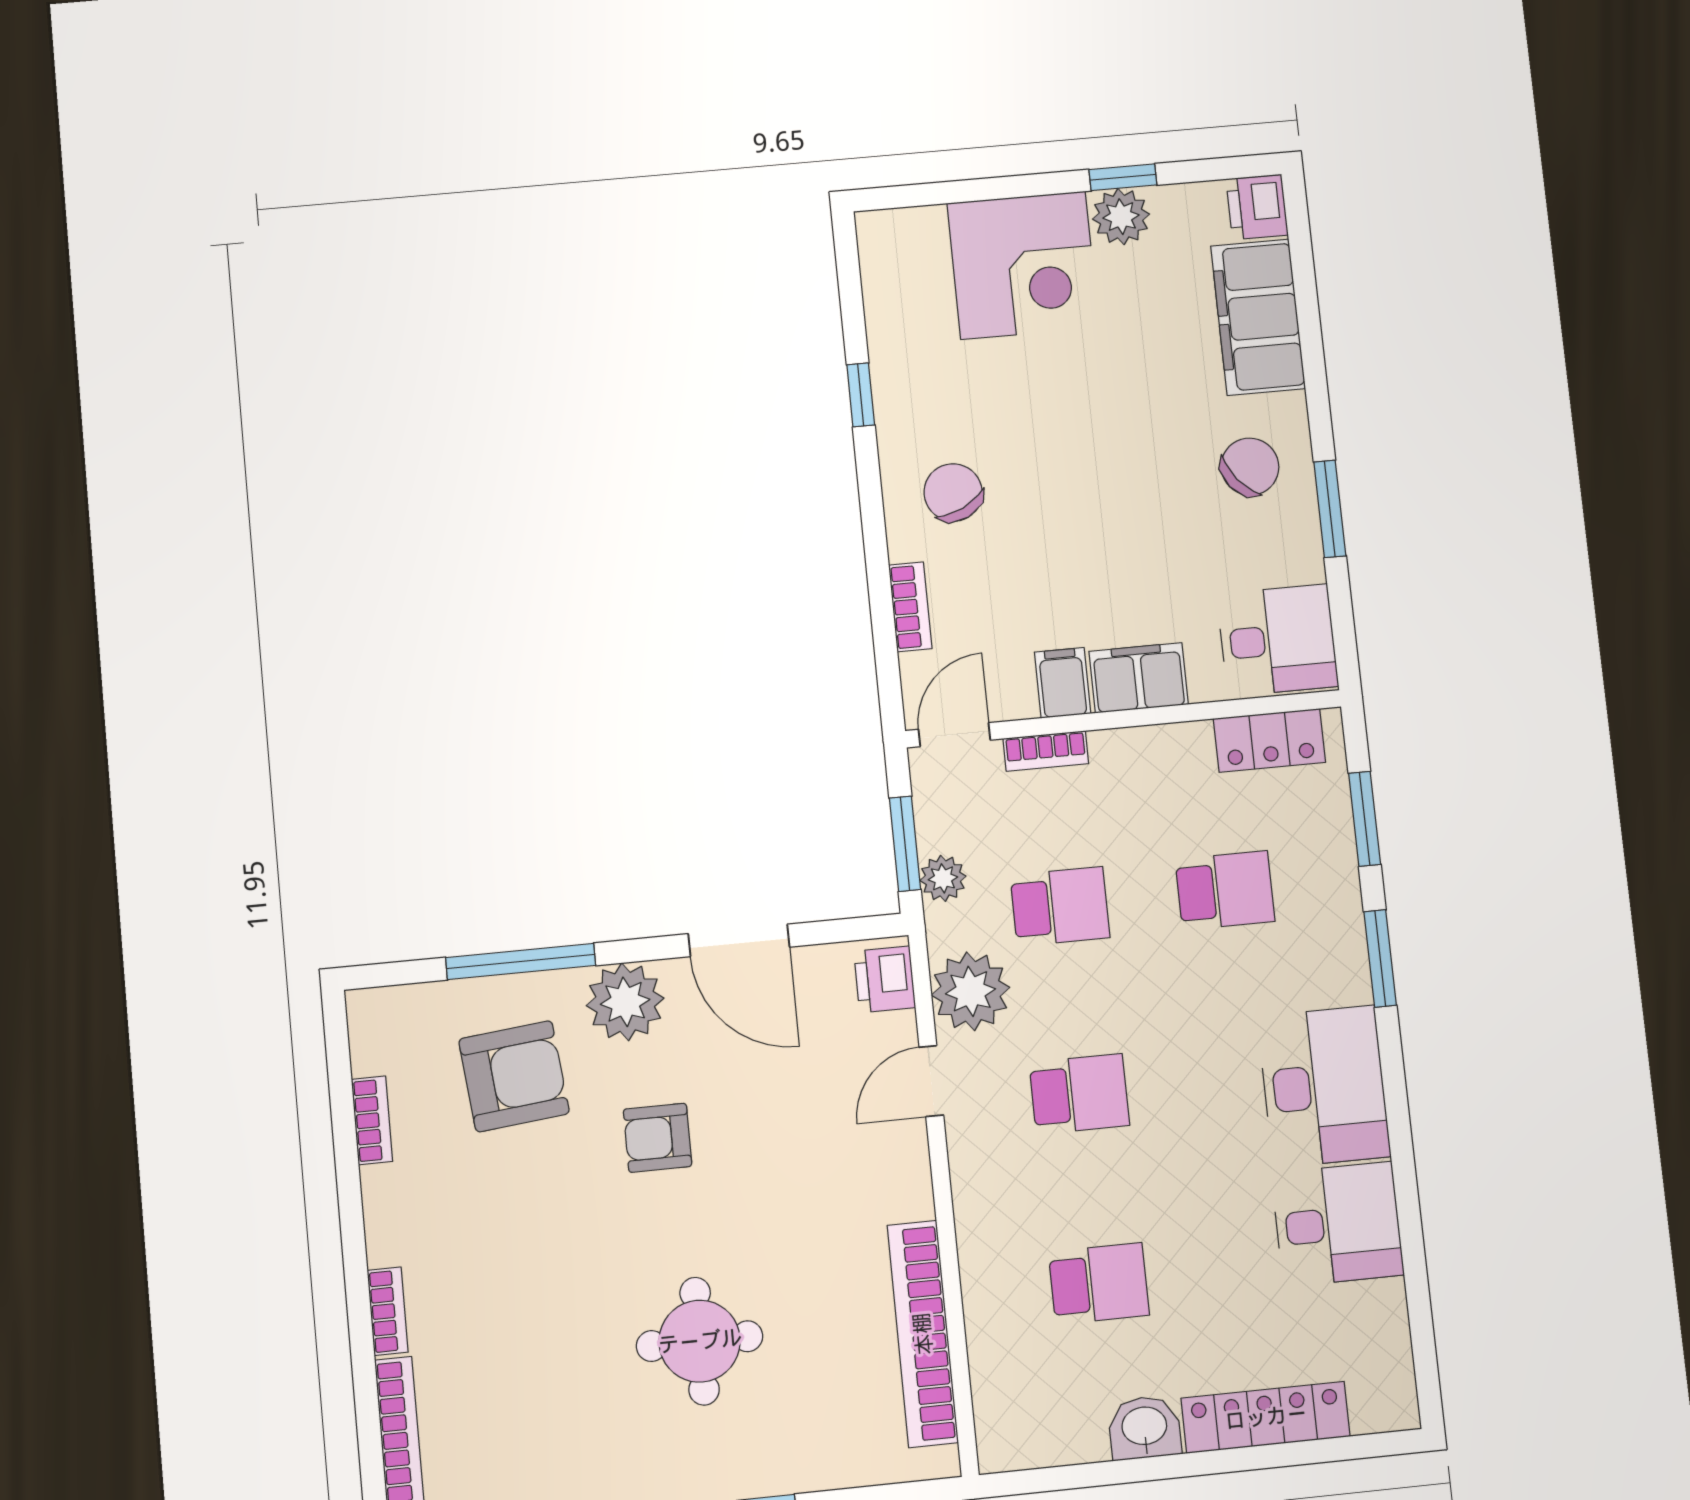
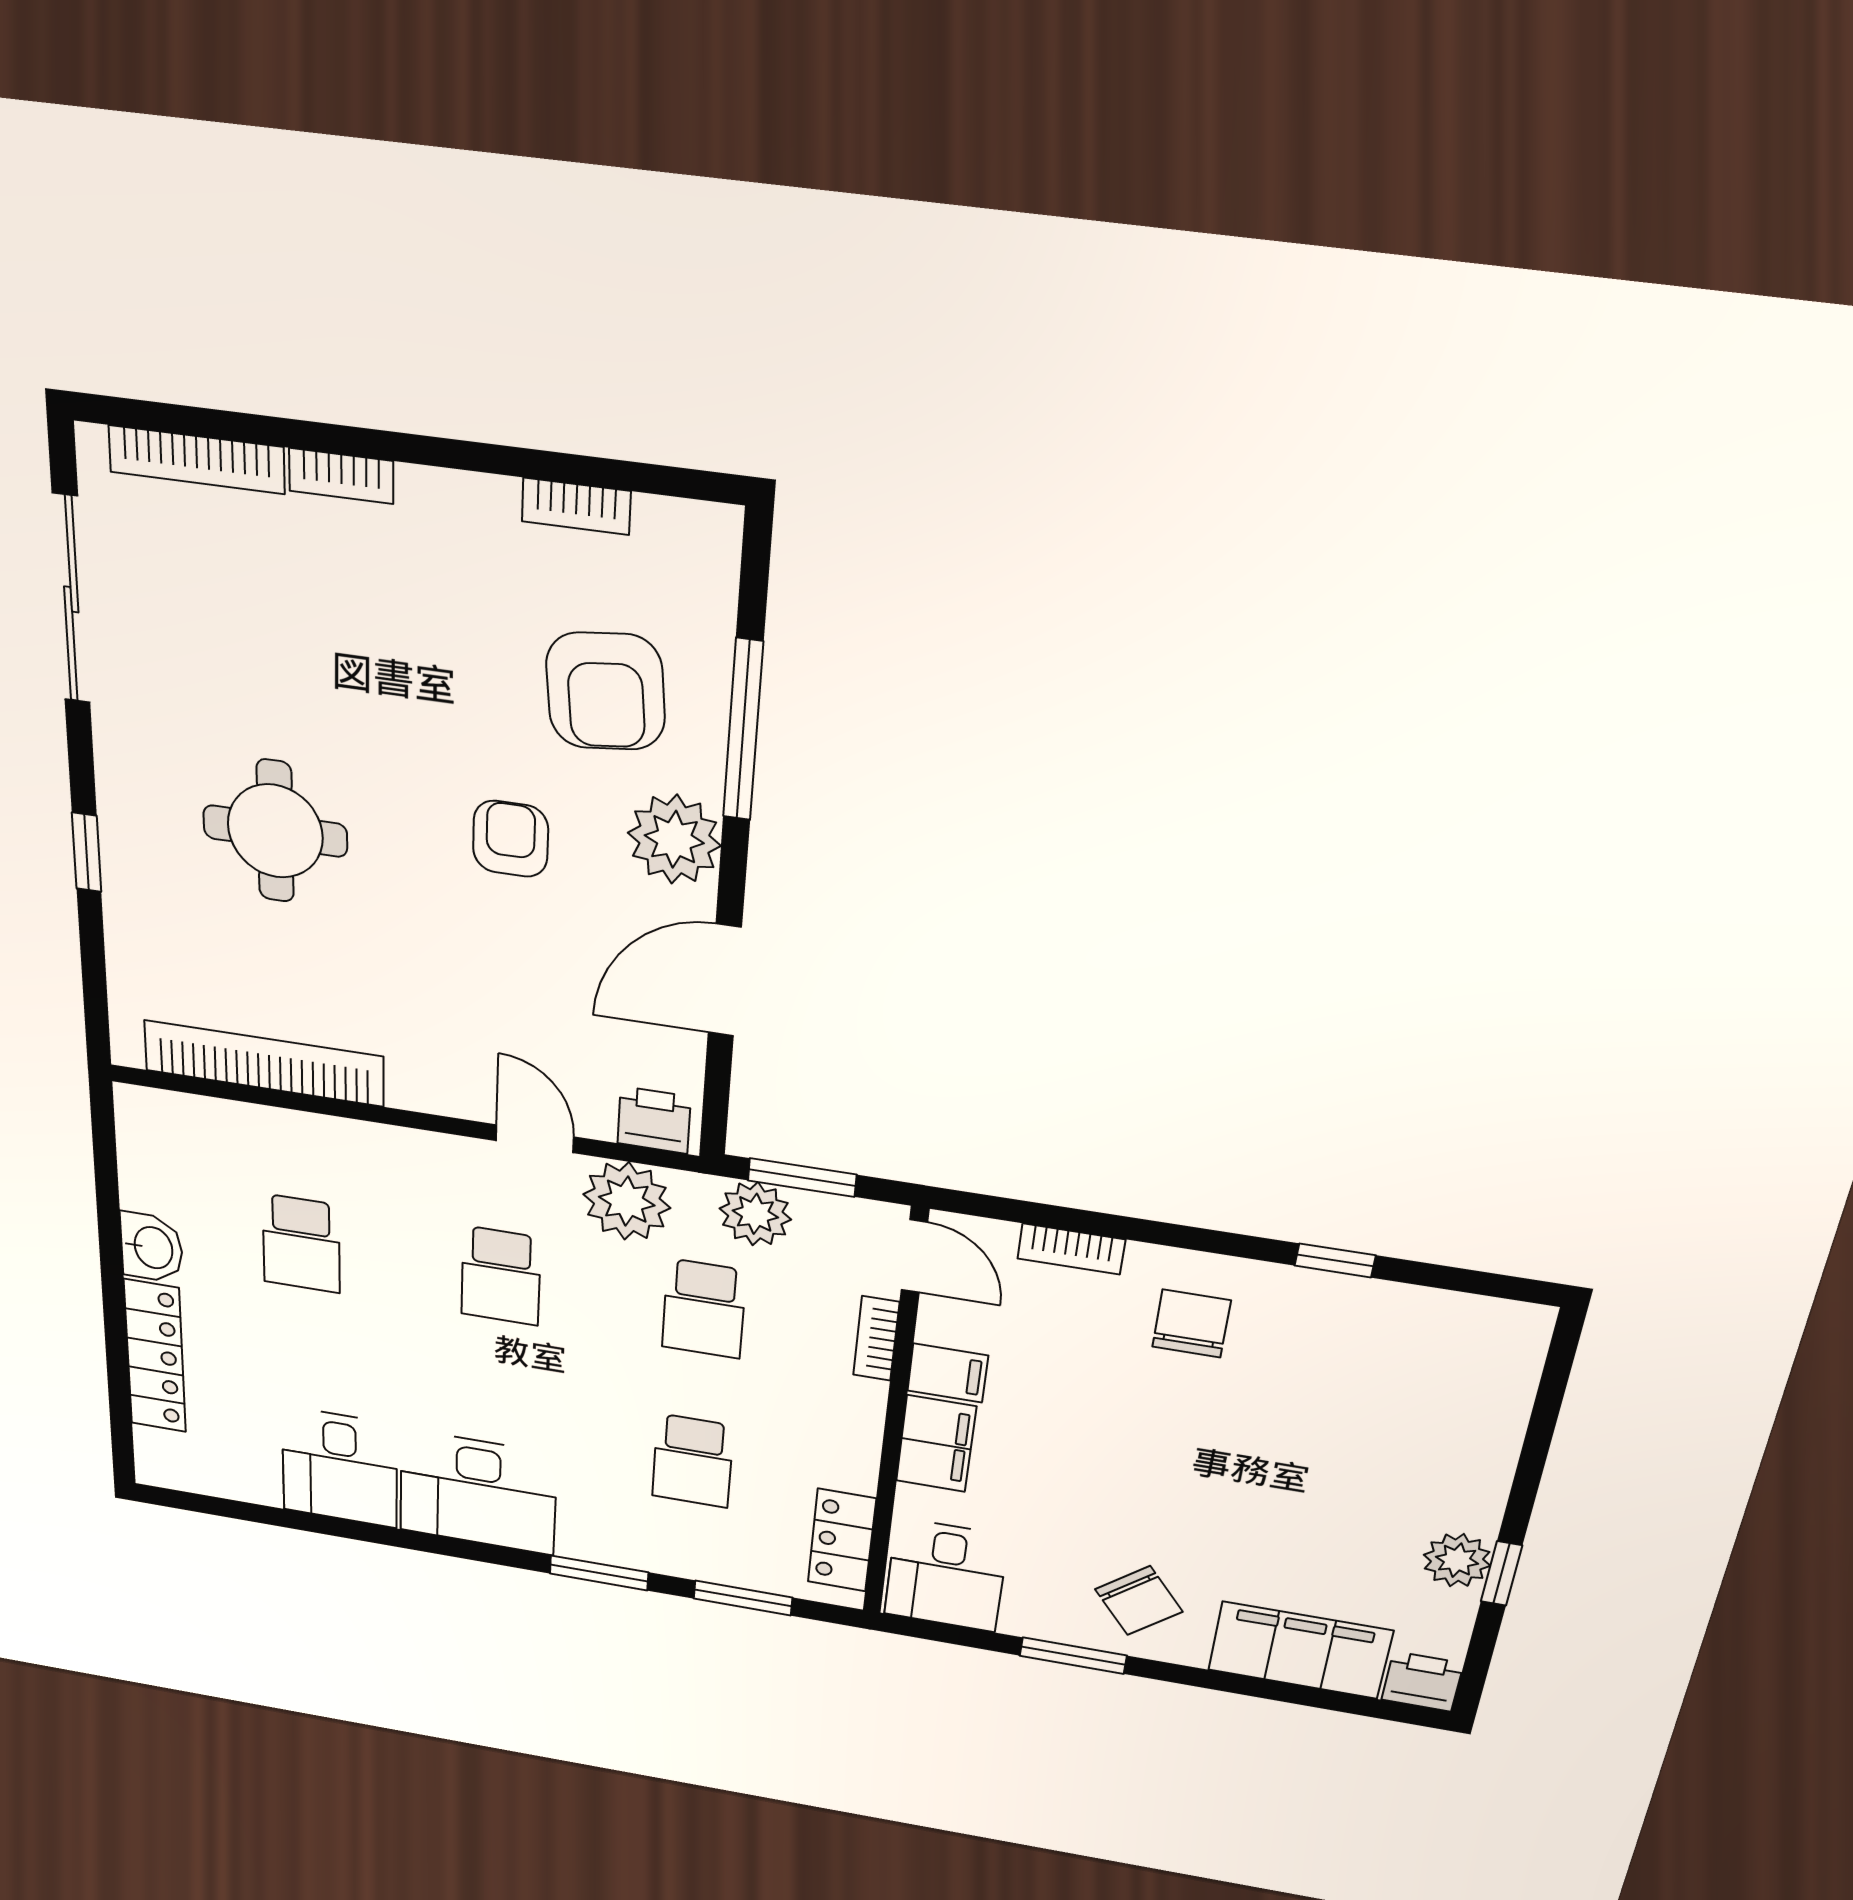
corner desk: (1023, 265) -> (1434, 1456), removed
chair: (953, 493) -> (1191, 1324), turned -64
plant: (943, 878) -> (755, 1214), width x1.38, depth x1.38

